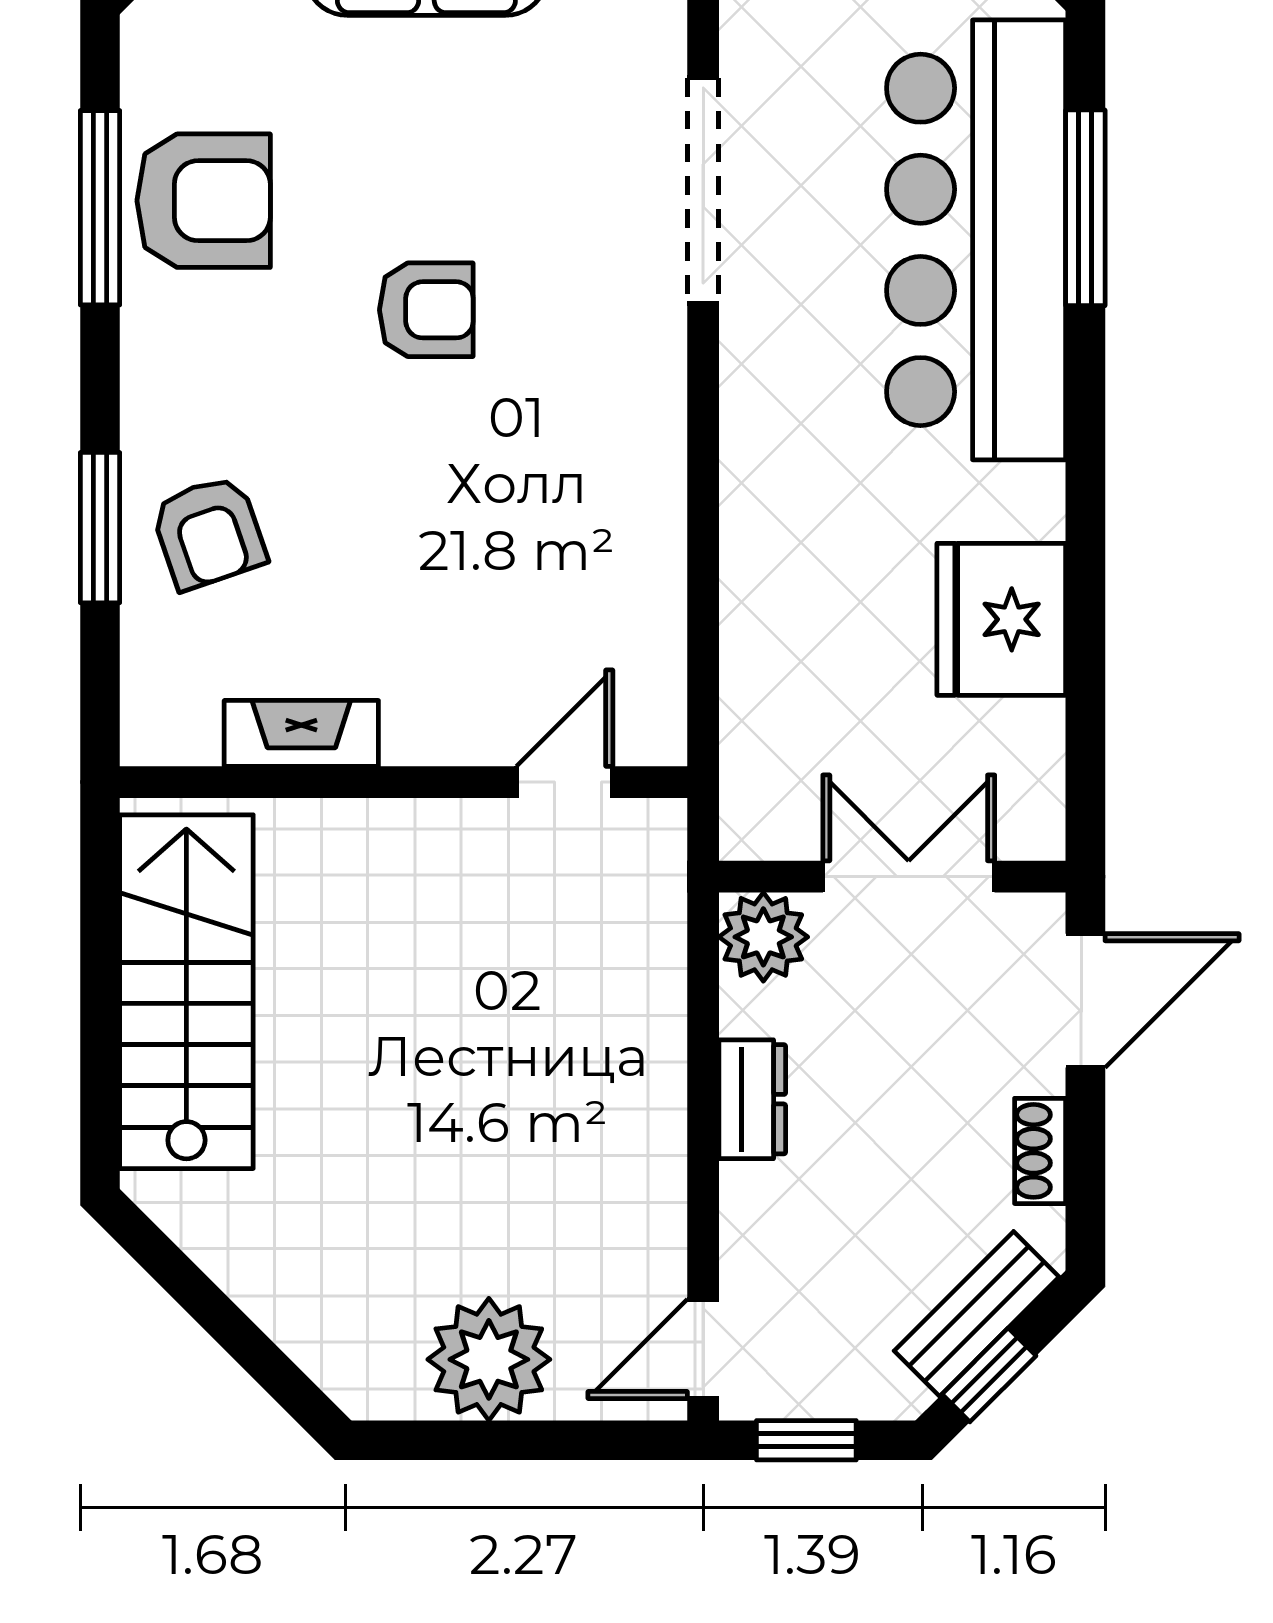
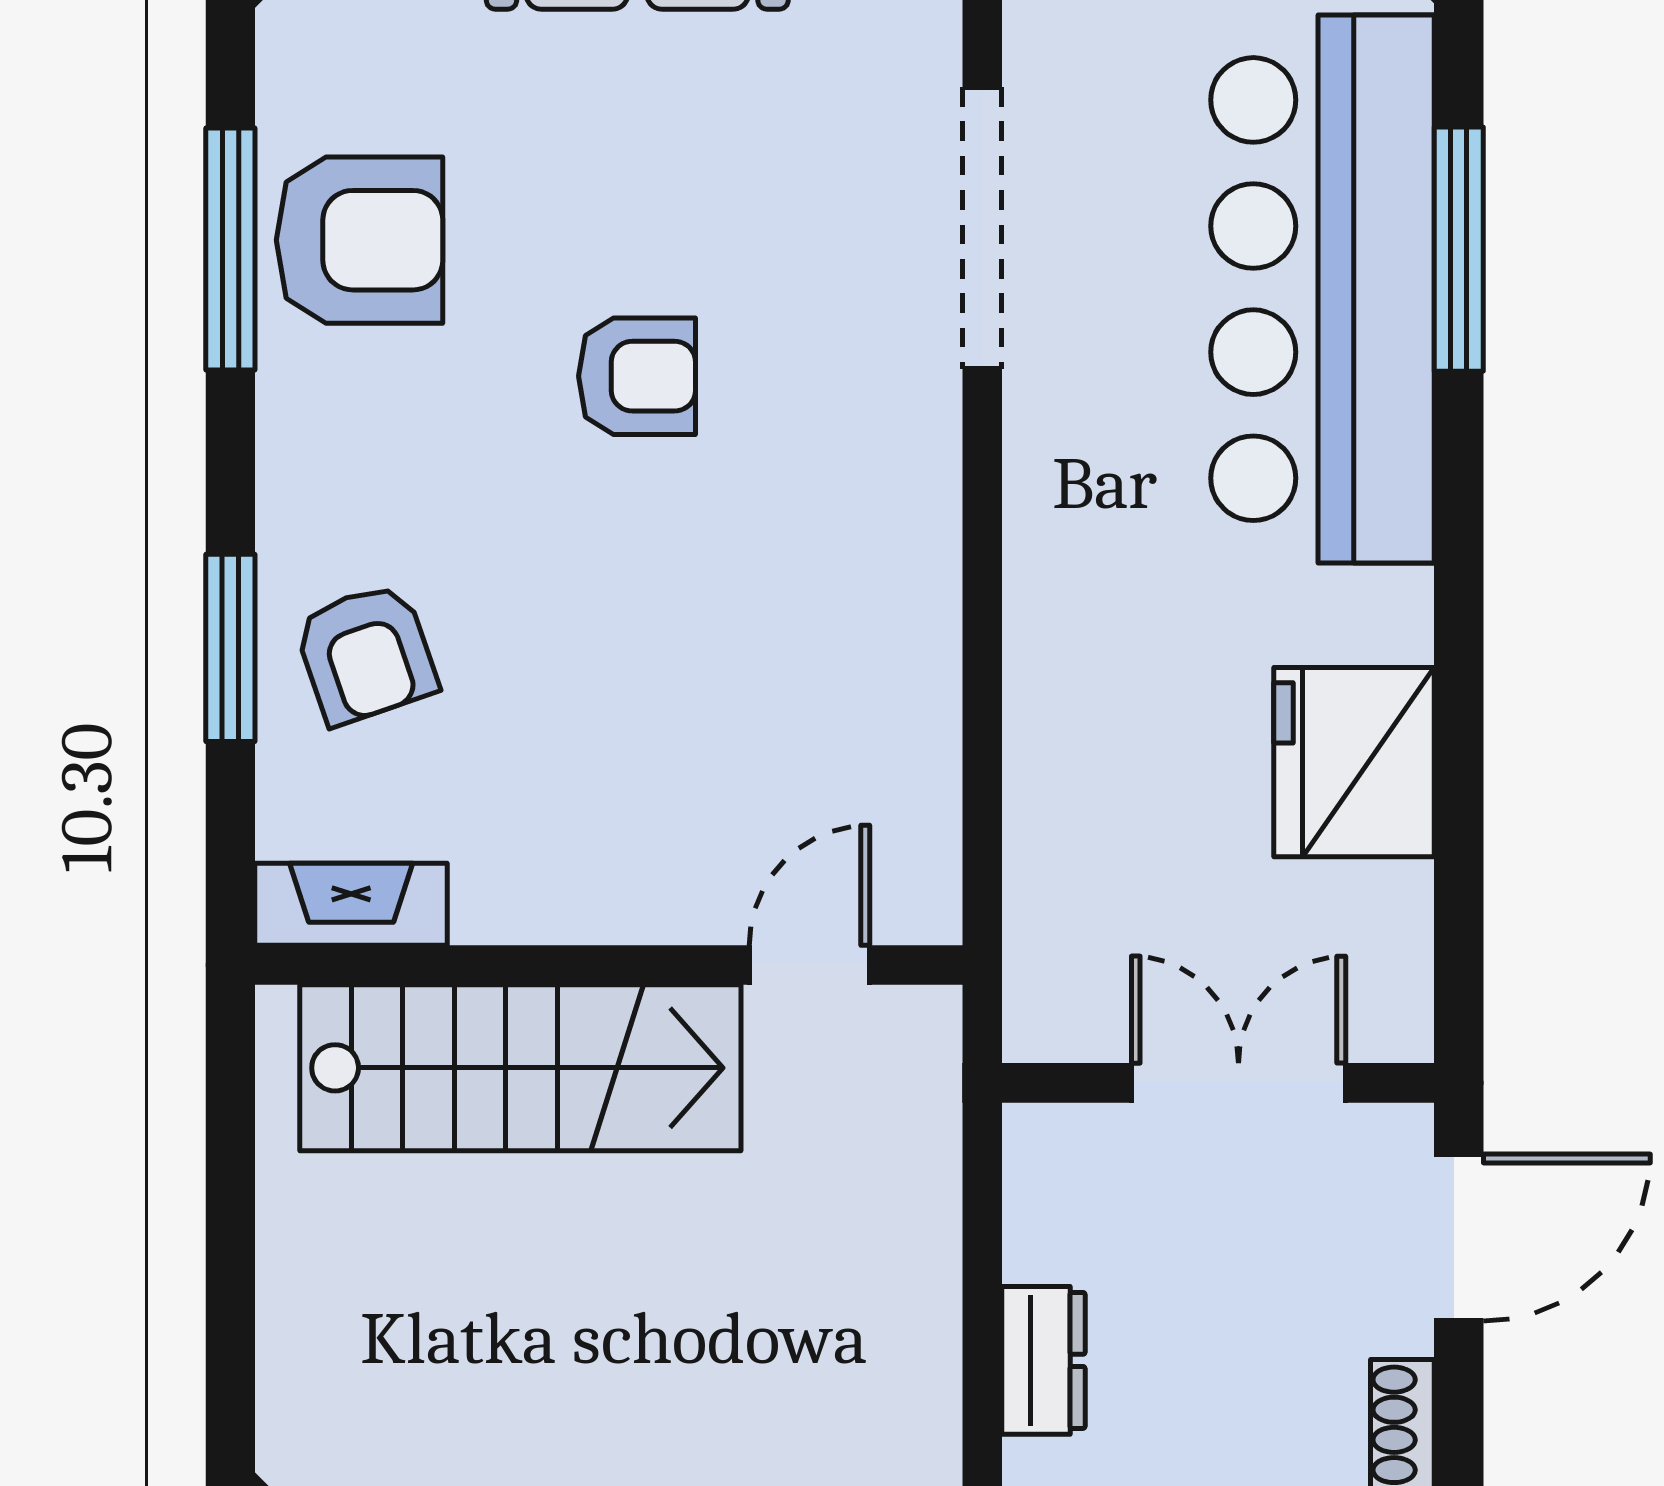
fireplace: (301, 733) -> (351, 904), moved
plant: (763, 937) -> (1057, 1158), removed
stairs: (186, 992) -> (520, 1068), moved, turned 90

